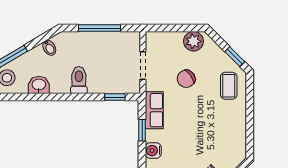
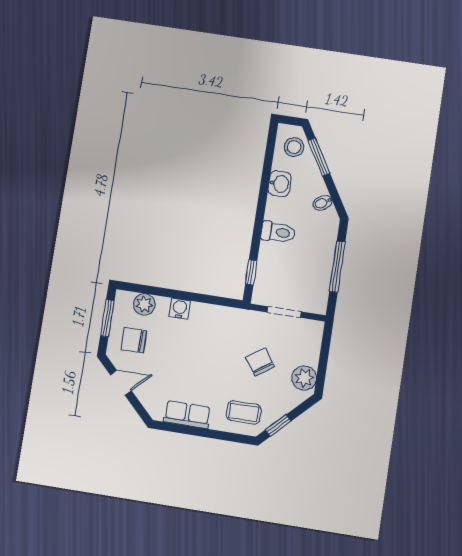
row of seats: (154, 110) -> (187, 415), moved, turned 180
window: (142, 130) -> (206, 299), removed

